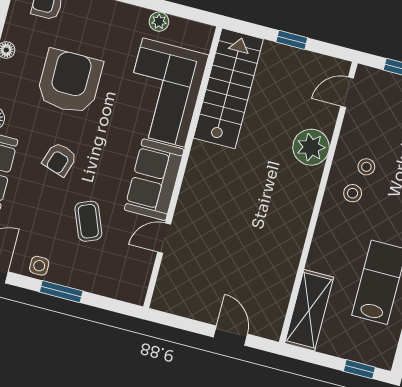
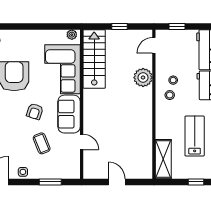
plant: (159, 22) -> (72, 35), moved
armchair: (60, 159) -> (35, 111), moved
door: (164, 238) -> (82, 142), swing flipped
window: (61, 292) -> (50, 182), moved
door: (230, 336) -> (117, 182), moved

